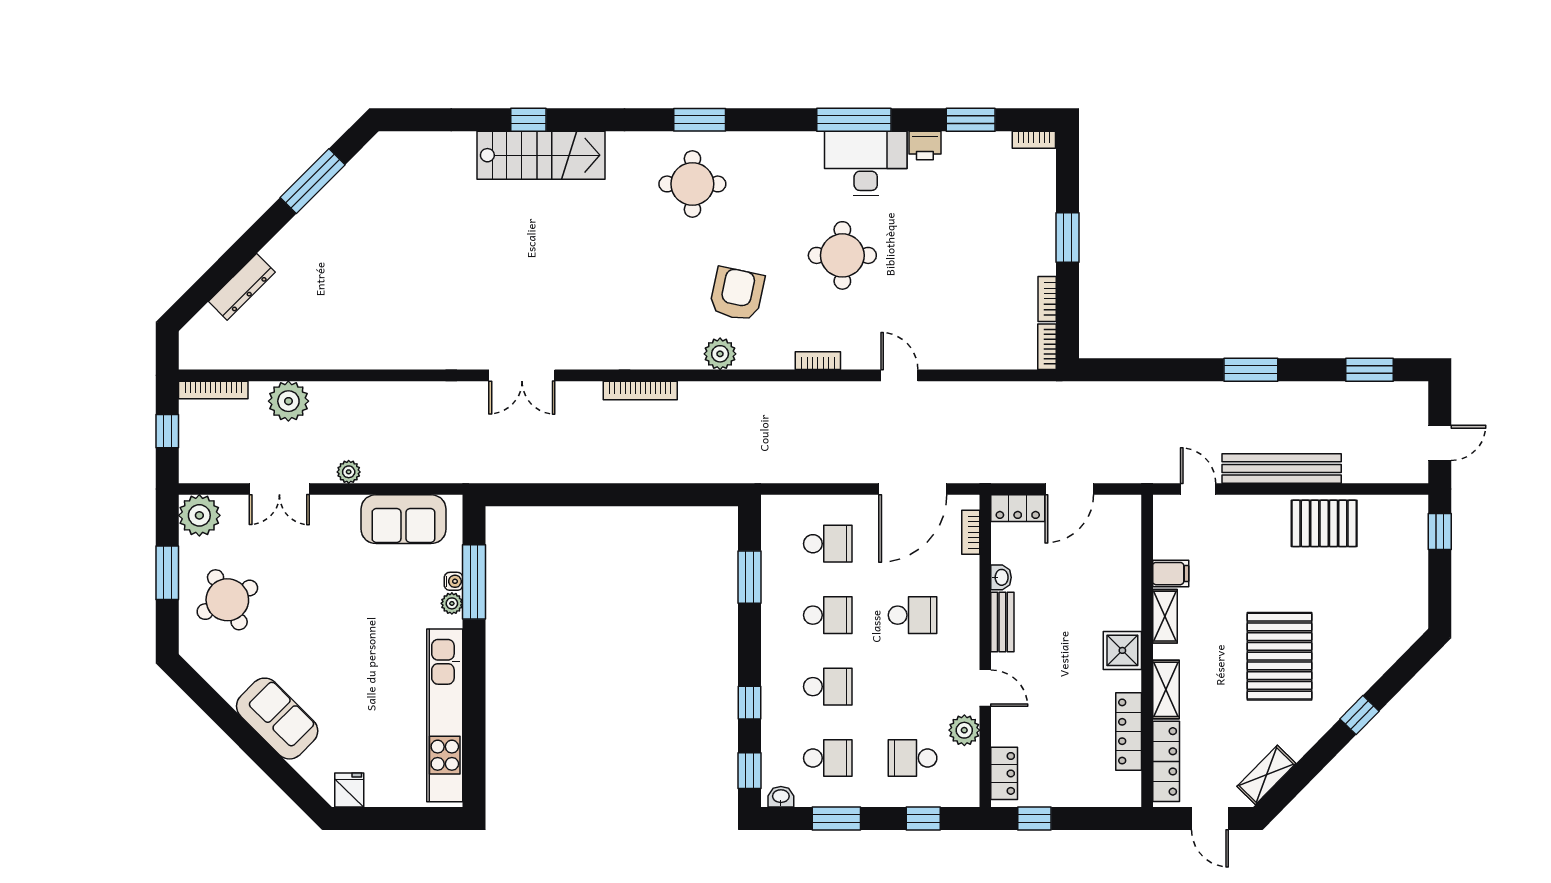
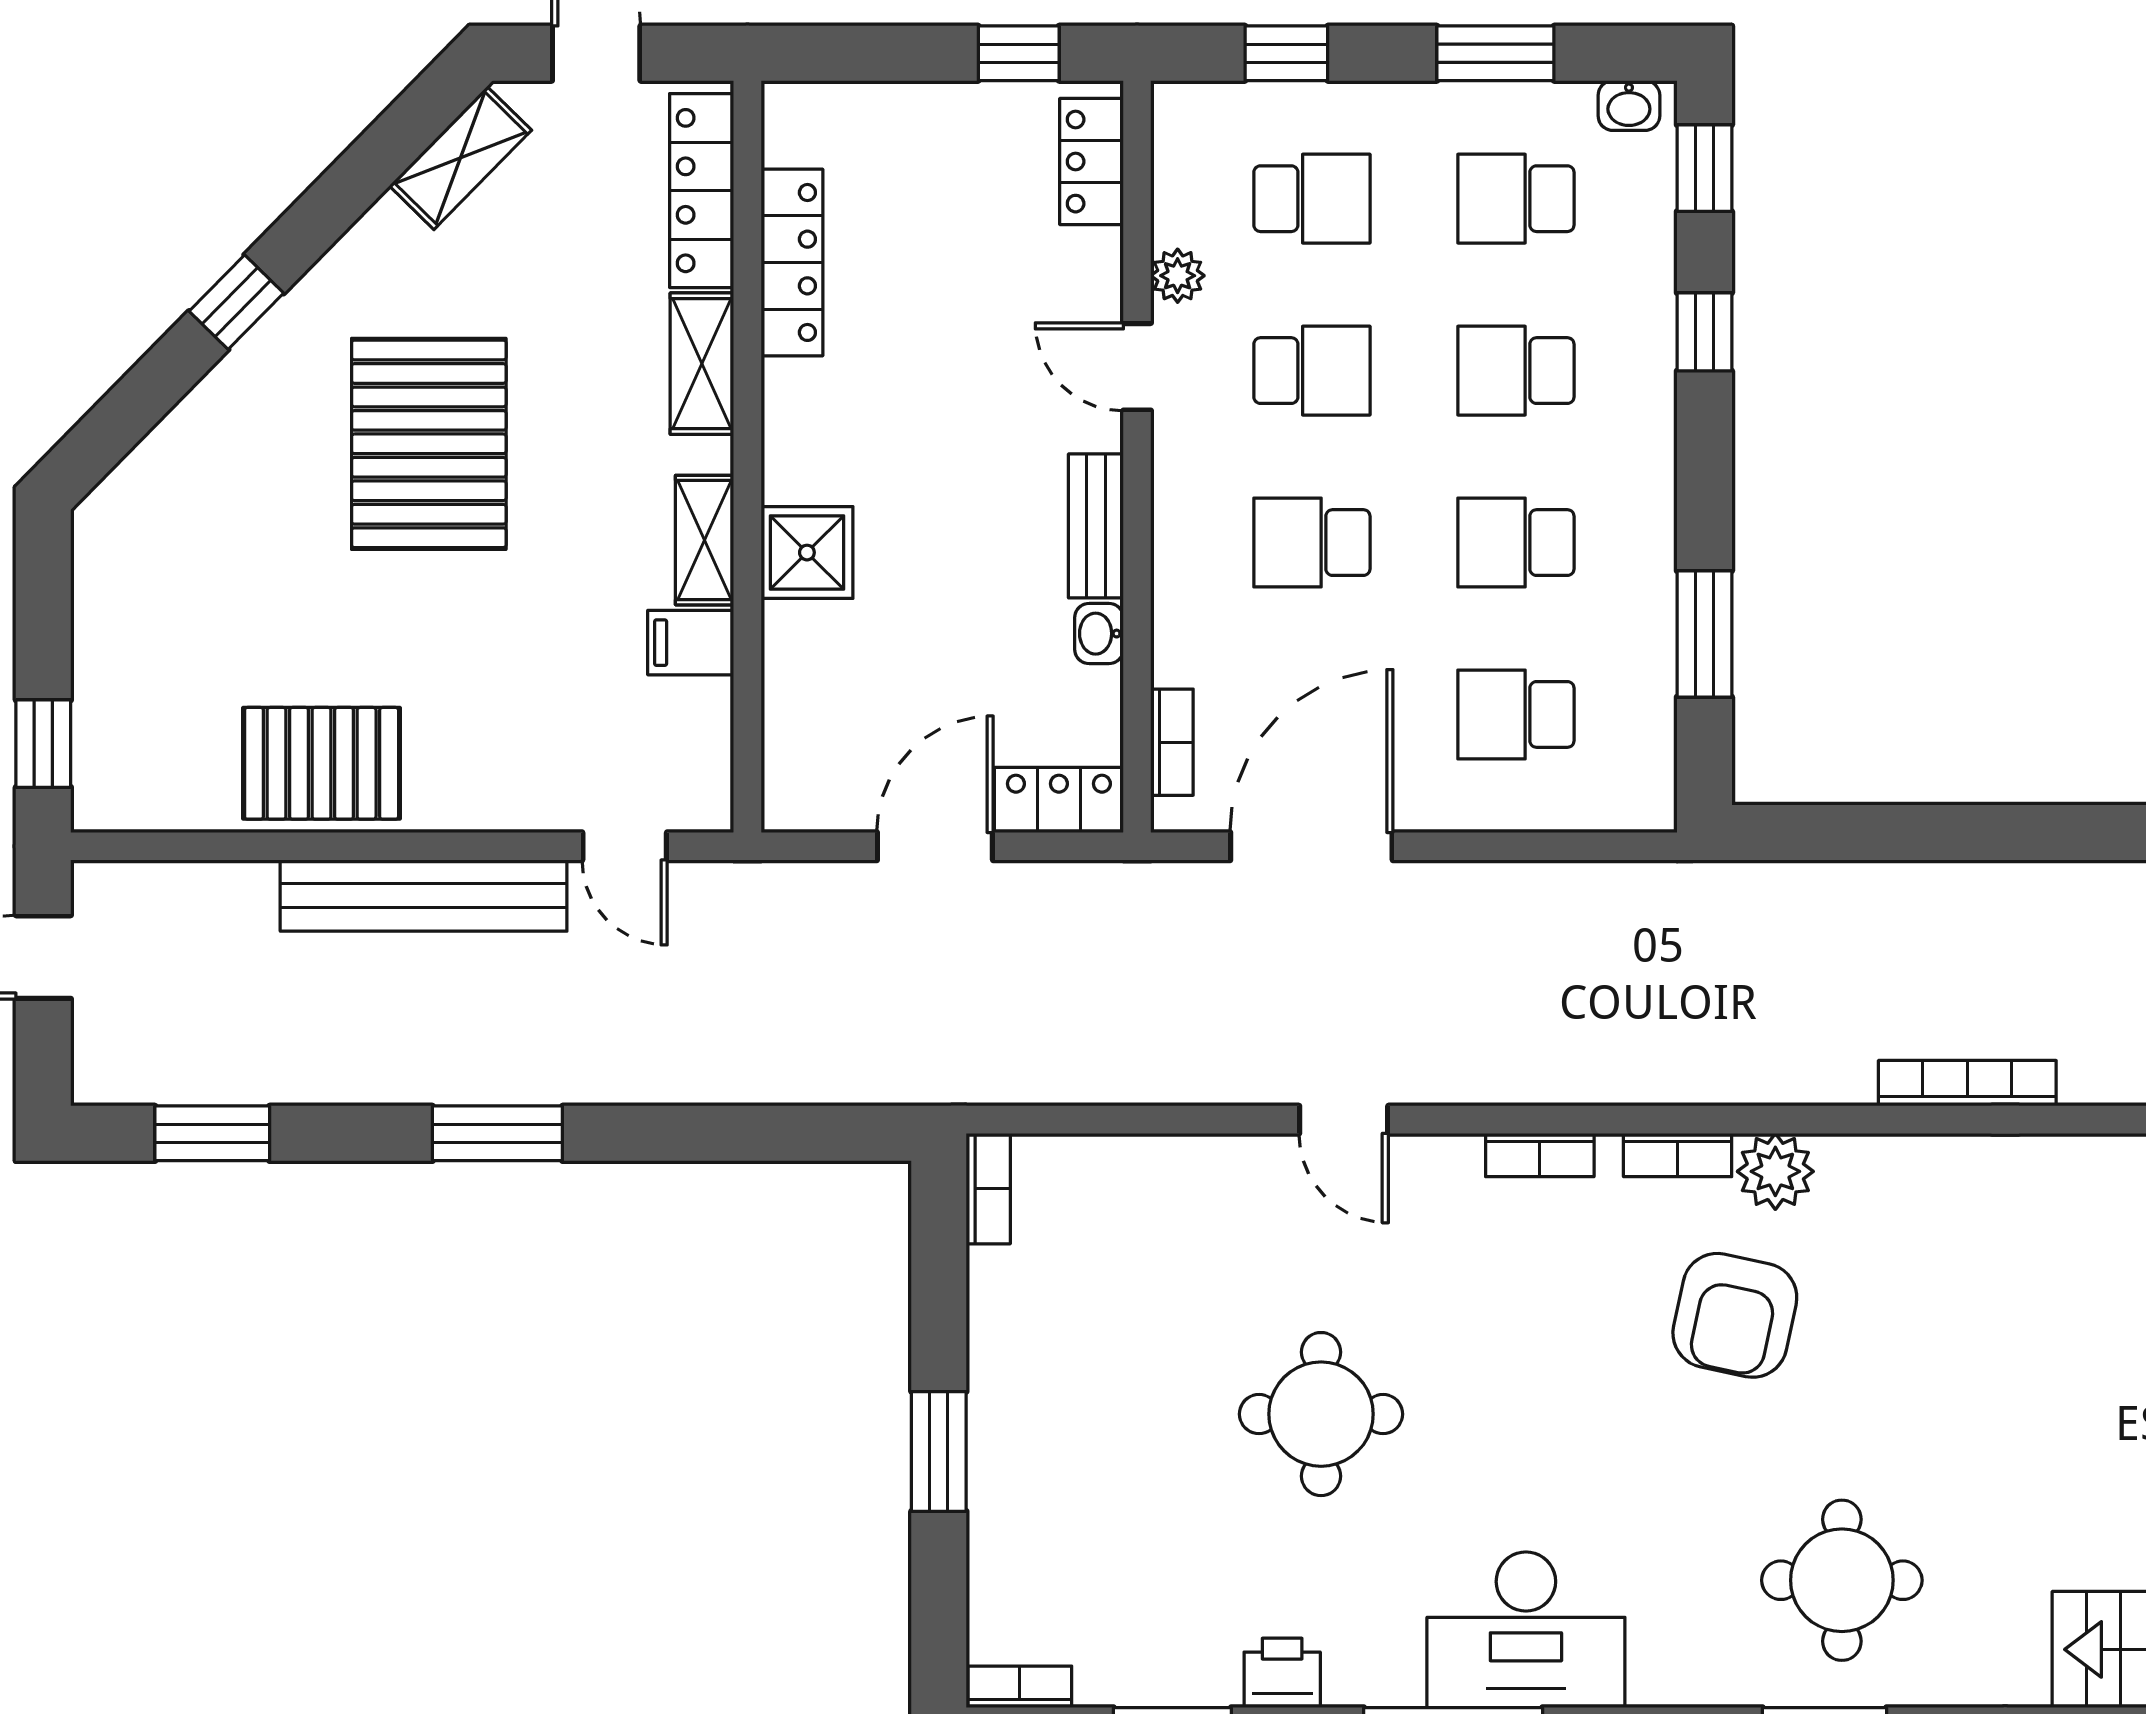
desk: (866, 163) -> (1526, 1630), moved
round table: (842, 255) -> (1321, 1414), moved
bookcase: (1047, 299) -> (1678, 1155), moved, turned 90
shower: (1122, 650) -> (807, 553), moved
school desk: (913, 687) -> (1312, 371), added
plant: (964, 730) -> (1178, 276), width x0.73, depth x0.73

